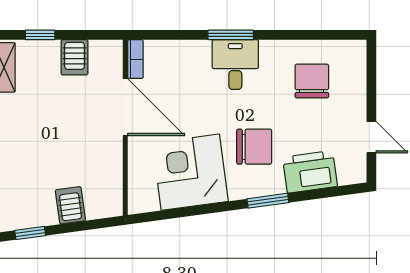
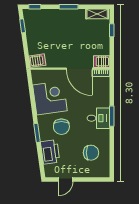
server rack: (75, 57) -> (102, 62), moved
door: (125, 107) -> (79, 69), hinge flipped
server rack: (70, 205) -> (37, 61), moved

